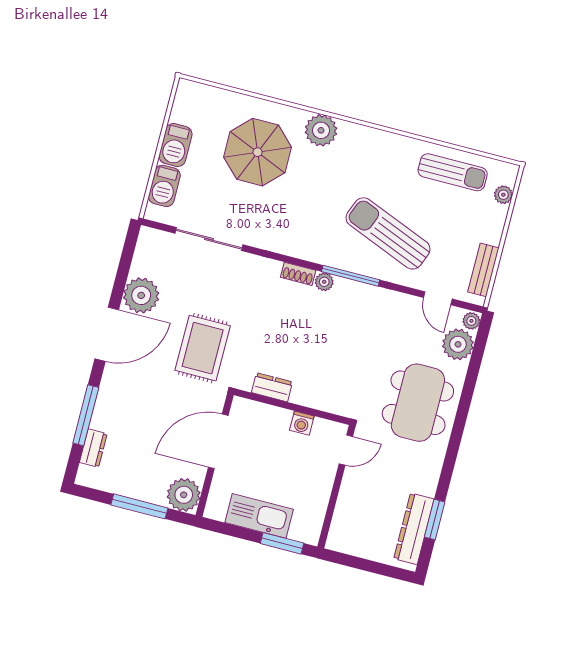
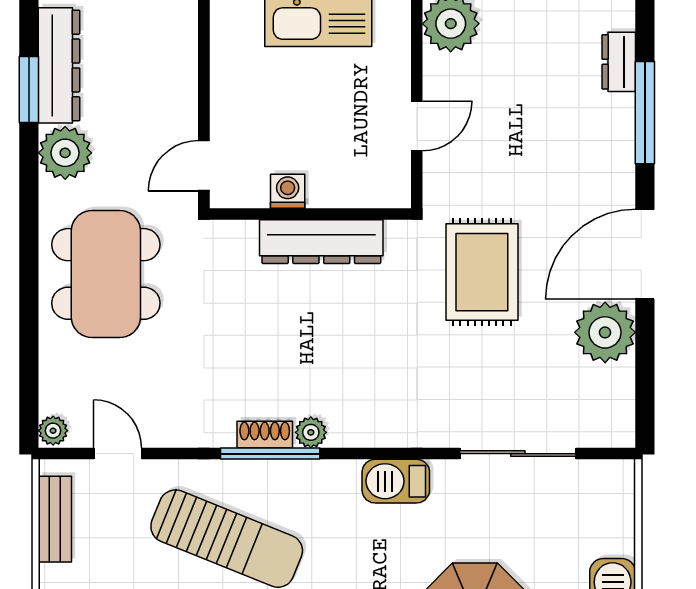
barbecue: (164, 186) -> (396, 481), moved, turned -90
shoe rack: (298, 274) -> (265, 434), moved
plant: (458, 344) -> (65, 153), moved
dresser: (272, 387) -> (321, 242), width x1.96, depth x1.24
door: (218, 441) -> (417, 126), width x0.53

